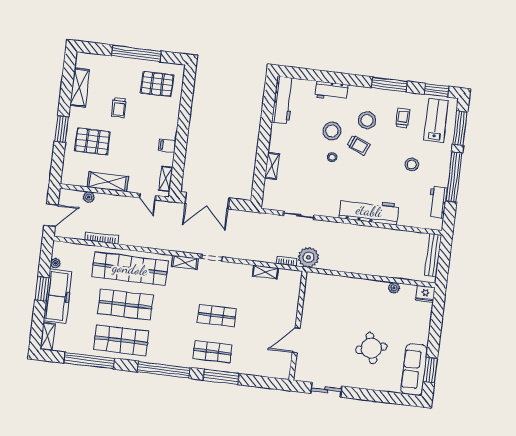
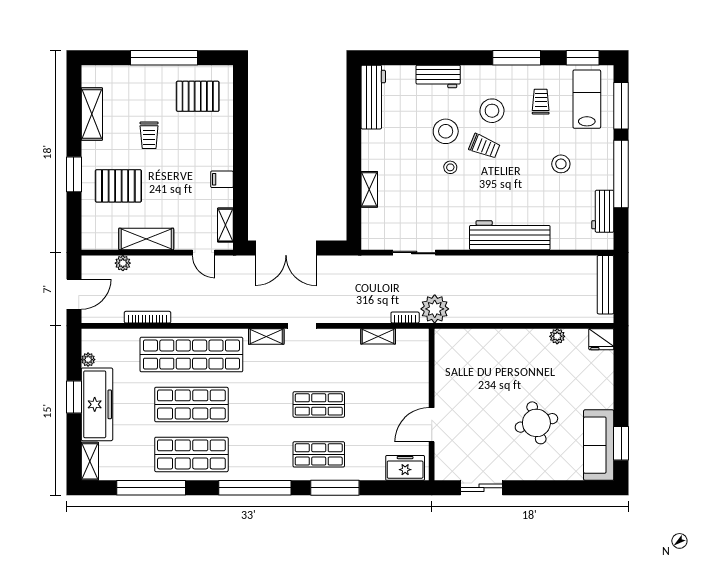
freezer: (273, 369) -> (405, 468), added

